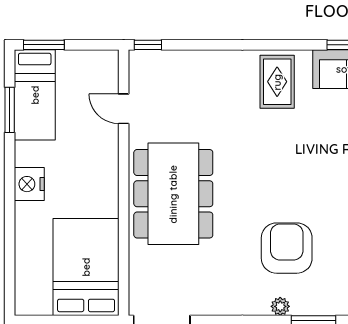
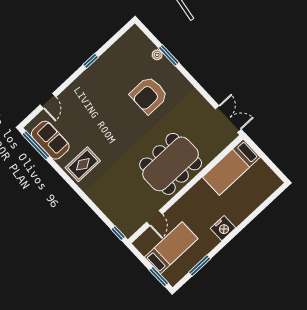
bed: (35, 95) -> (171, 248), moved
bed: (86, 267) -> (231, 167), width x0.67
plant: (280, 306) -> (157, 55), moved

